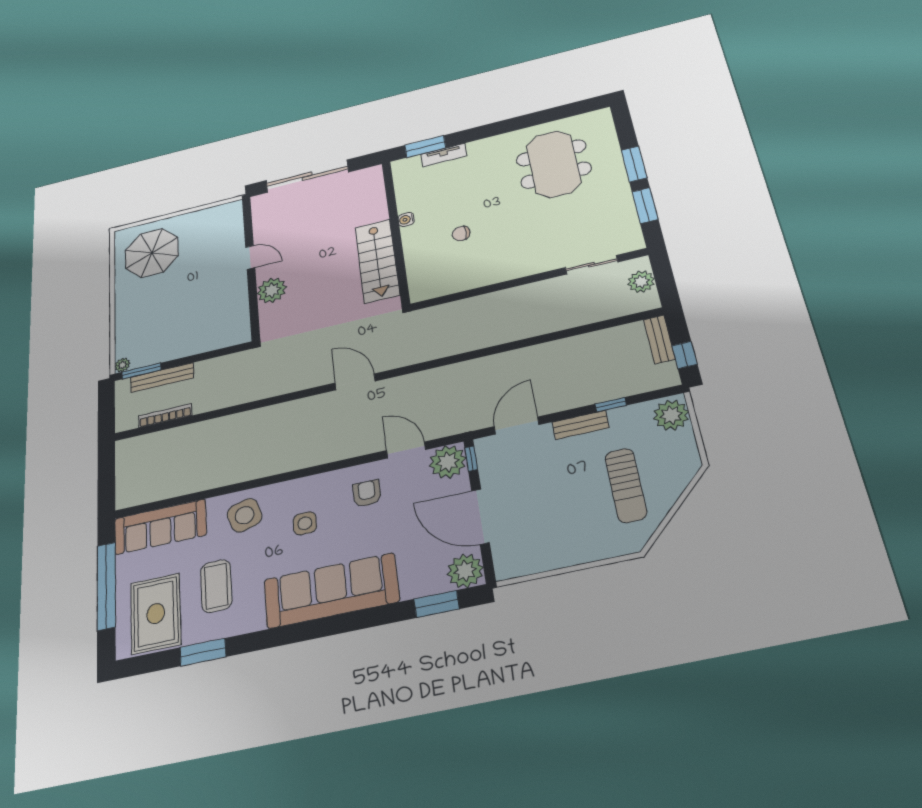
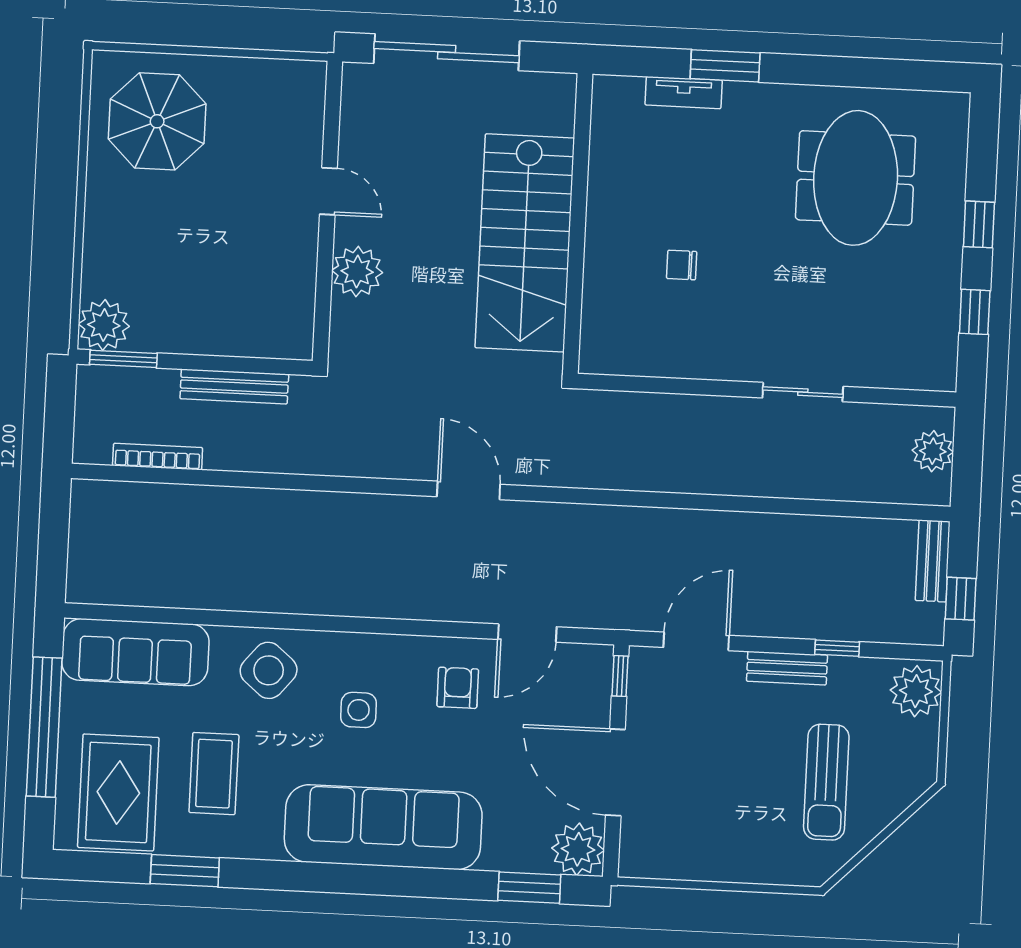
window: (425, 146) -> (725, 66), moved
window: (634, 164) -> (979, 224), width x0.67
window: (645, 206) -> (975, 312), width x0.67
water cooler: (406, 220) -> (599, 205), removed
stairs: (377, 261) -> (525, 243), width x1.36, depth x1.51
sliding door: (592, 265) -> (803, 392), moved
plant: (122, 365) -> (104, 325), width x1.88, depth x1.88
bench: (162, 378) -> (234, 387), moved
door: (406, 450) -> (527, 633), swing flipped
plant: (448, 462) -> (585, 671), removed
side table: (245, 515) -> (269, 670), turned -33

